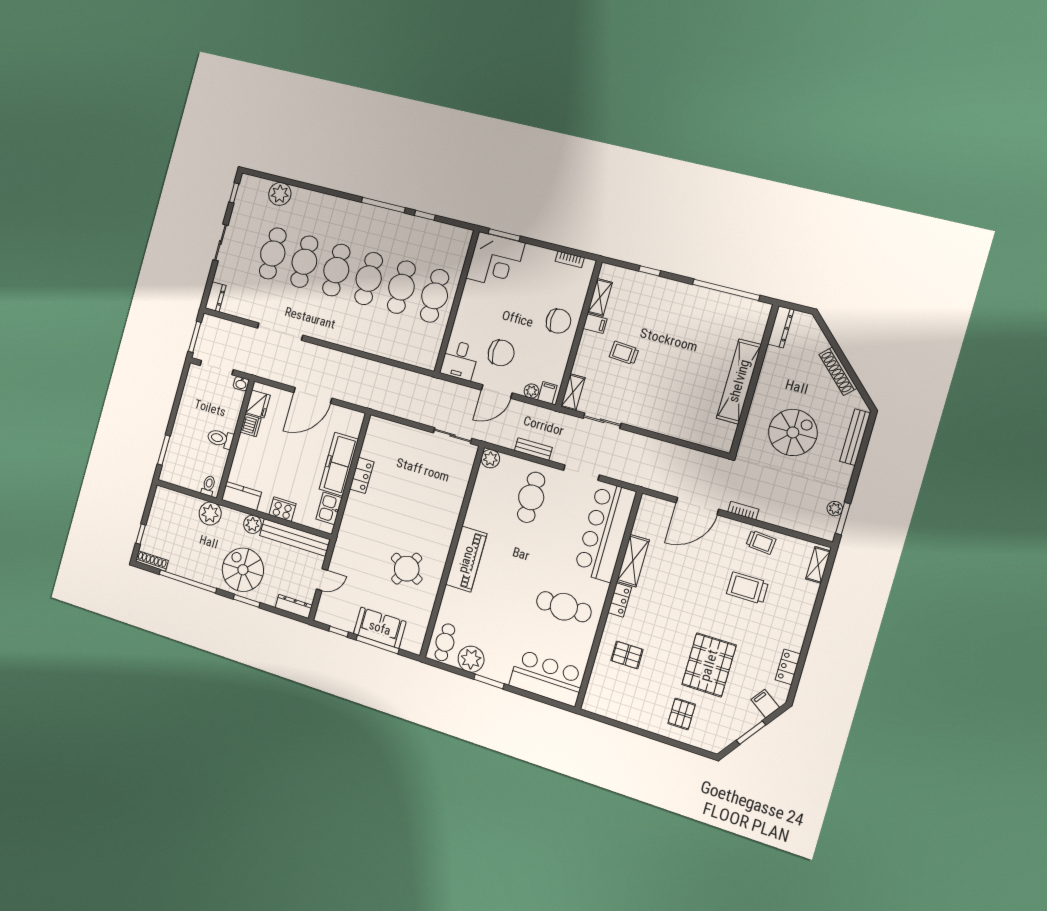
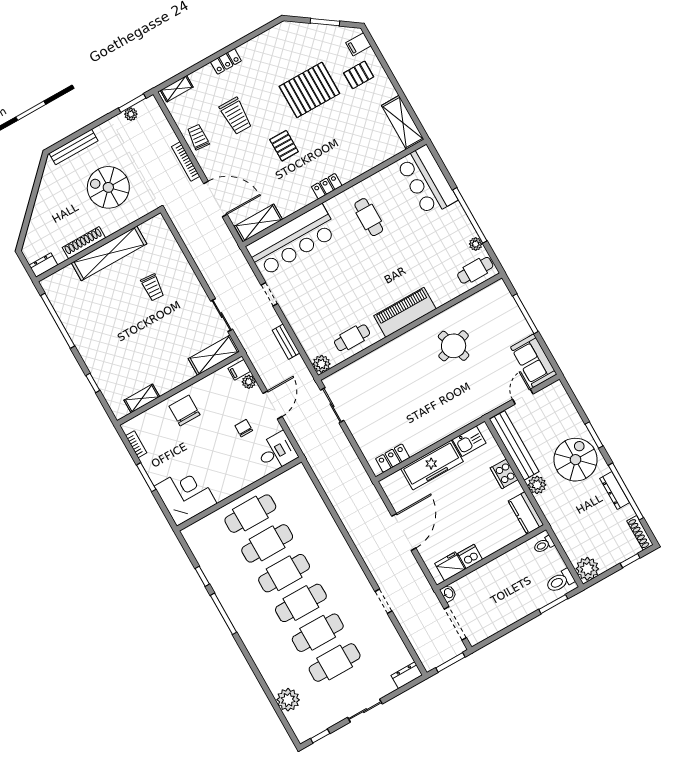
window: (504, 235) -> (146, 477), moved
filing cabinet: (595, 324) -> (162, 384), removed
dresser: (781, 327) -> (43, 265), width x0.70
doorway: (280, 332) -> (384, 601), width x0.53
chair: (501, 353) -> (244, 428), width x0.54, depth x0.54
trolley: (624, 353) -> (153, 287), moved
shoe rack: (838, 371) -> (84, 243), moved, turned -135
door: (497, 392) -> (272, 405), hinge flipped
shelving: (573, 392) -> (214, 355), width x1.50, depth x1.33
door: (313, 395) -> (404, 532), hinge flipped
toilet: (220, 439) -> (560, 581), moved, turned 90
doorway: (581, 473) -> (269, 294), width x0.73
locker: (362, 475) -> (393, 458), moved
cafe table: (531, 497) -> (352, 338), moved, width x0.73, depth x0.74
bookcase: (743, 511) -> (186, 162), width x1.56
plant: (210, 514) -> (587, 569), moved
shelving: (633, 561) -> (258, 223), moved
round table: (407, 569) -> (454, 346), turned 45
spiral stairs: (243, 570) -> (576, 460), turned 180
door: (322, 580) -> (523, 397), hinge flipped
dresser: (294, 606) -> (615, 491), moved
cafe table: (564, 607) -> (369, 217), width x0.73, depth x0.74
sofa: (380, 628) -> (534, 361), moved
window: (339, 631) -> (545, 349), removed
pallet: (627, 655) -> (284, 146), moved
plant: (471, 659) -> (476, 244), width x0.53, depth x0.53
locker: (788, 667) -> (226, 61), moved
window: (489, 681) -> (470, 215), width x2.11
filing cabinet: (765, 704) -> (358, 44), moved, turned 55
shelving: (610, 707) -> (403, 122), added

